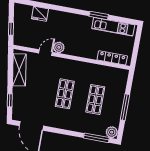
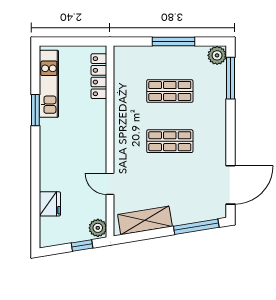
plant: (59, 47) -> (98, 228), moved
window: (10, 100) -> (196, 227), width x2.17

